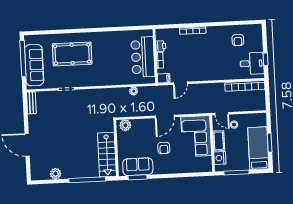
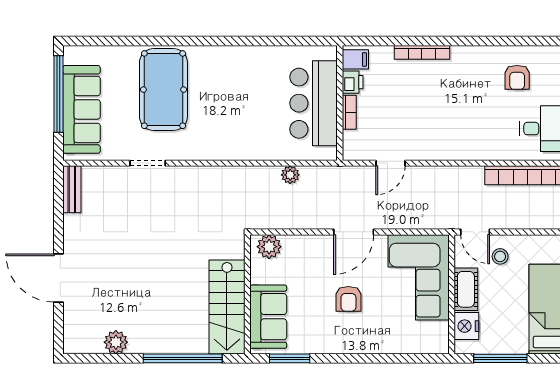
pool table: (72, 54) -> (163, 90), turned 90
filing cabinet: (164, 78) -> (355, 59), moved
sofa: (138, 167) -> (268, 317), moved, turned 90

